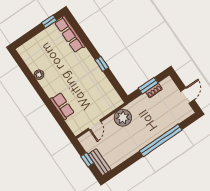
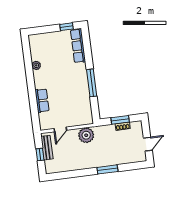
window: (102, 64) -> (92, 83), width x2.17
window: (161, 140) -> (107, 169), width x0.47
bench: (99, 162) -> (47, 148), moved

